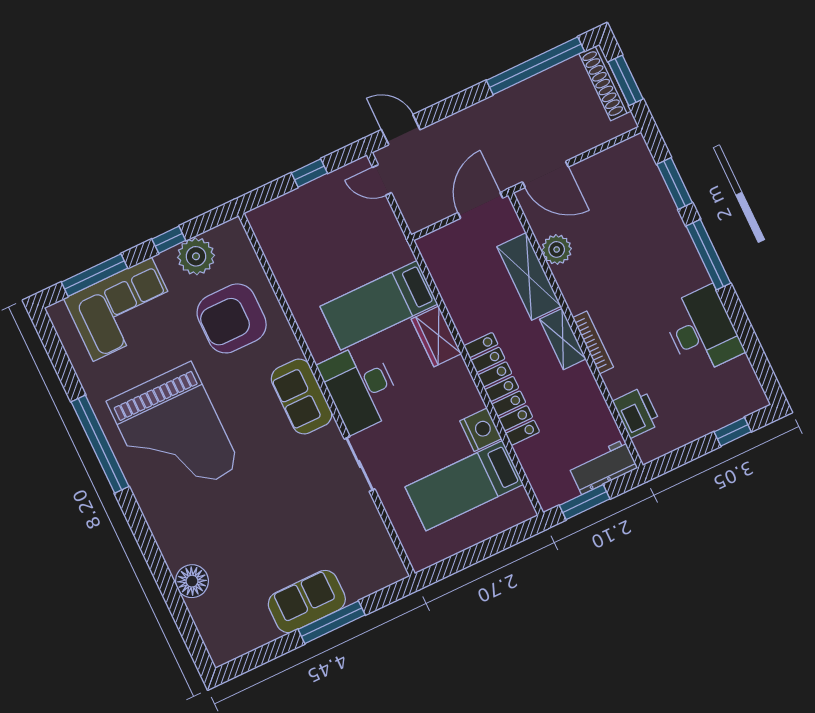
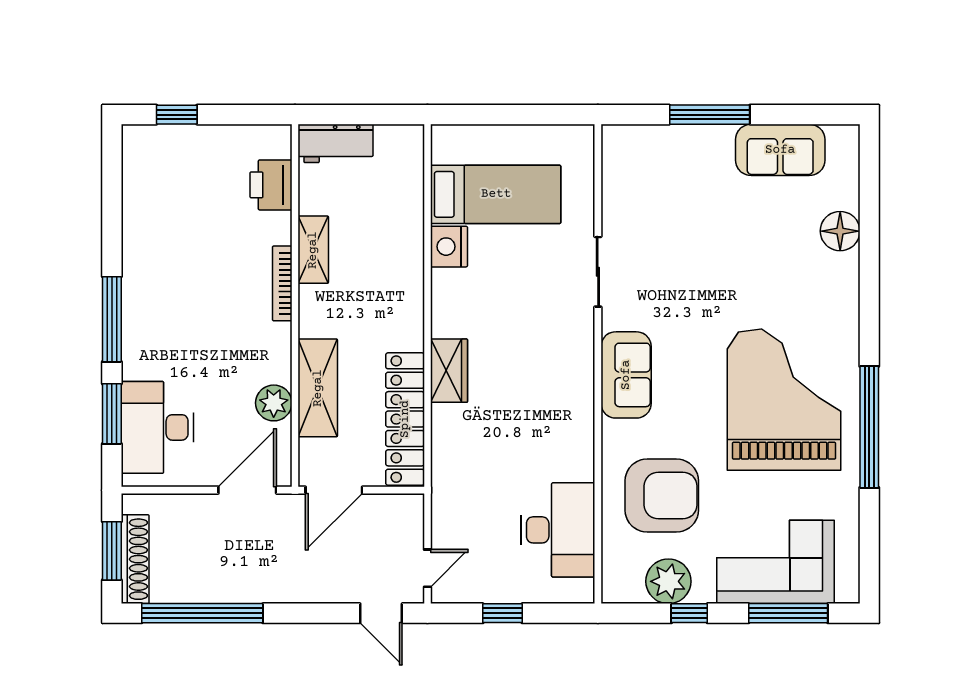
door: (545, 174) -> (247, 490), hinge flipped
door: (382, 180) -> (427, 568), hinge flipped
bed: (379, 305) -> (495, 434), removed
desk: (702, 330) -> (158, 427), moved
shelving: (563, 339) -> (313, 250), moved
desk: (360, 388) -> (558, 530), moved
locker: (502, 389) -> (405, 419), moved
window: (585, 502) -> (374, 115), removed
sofa: (307, 602) -> (780, 150), moved

